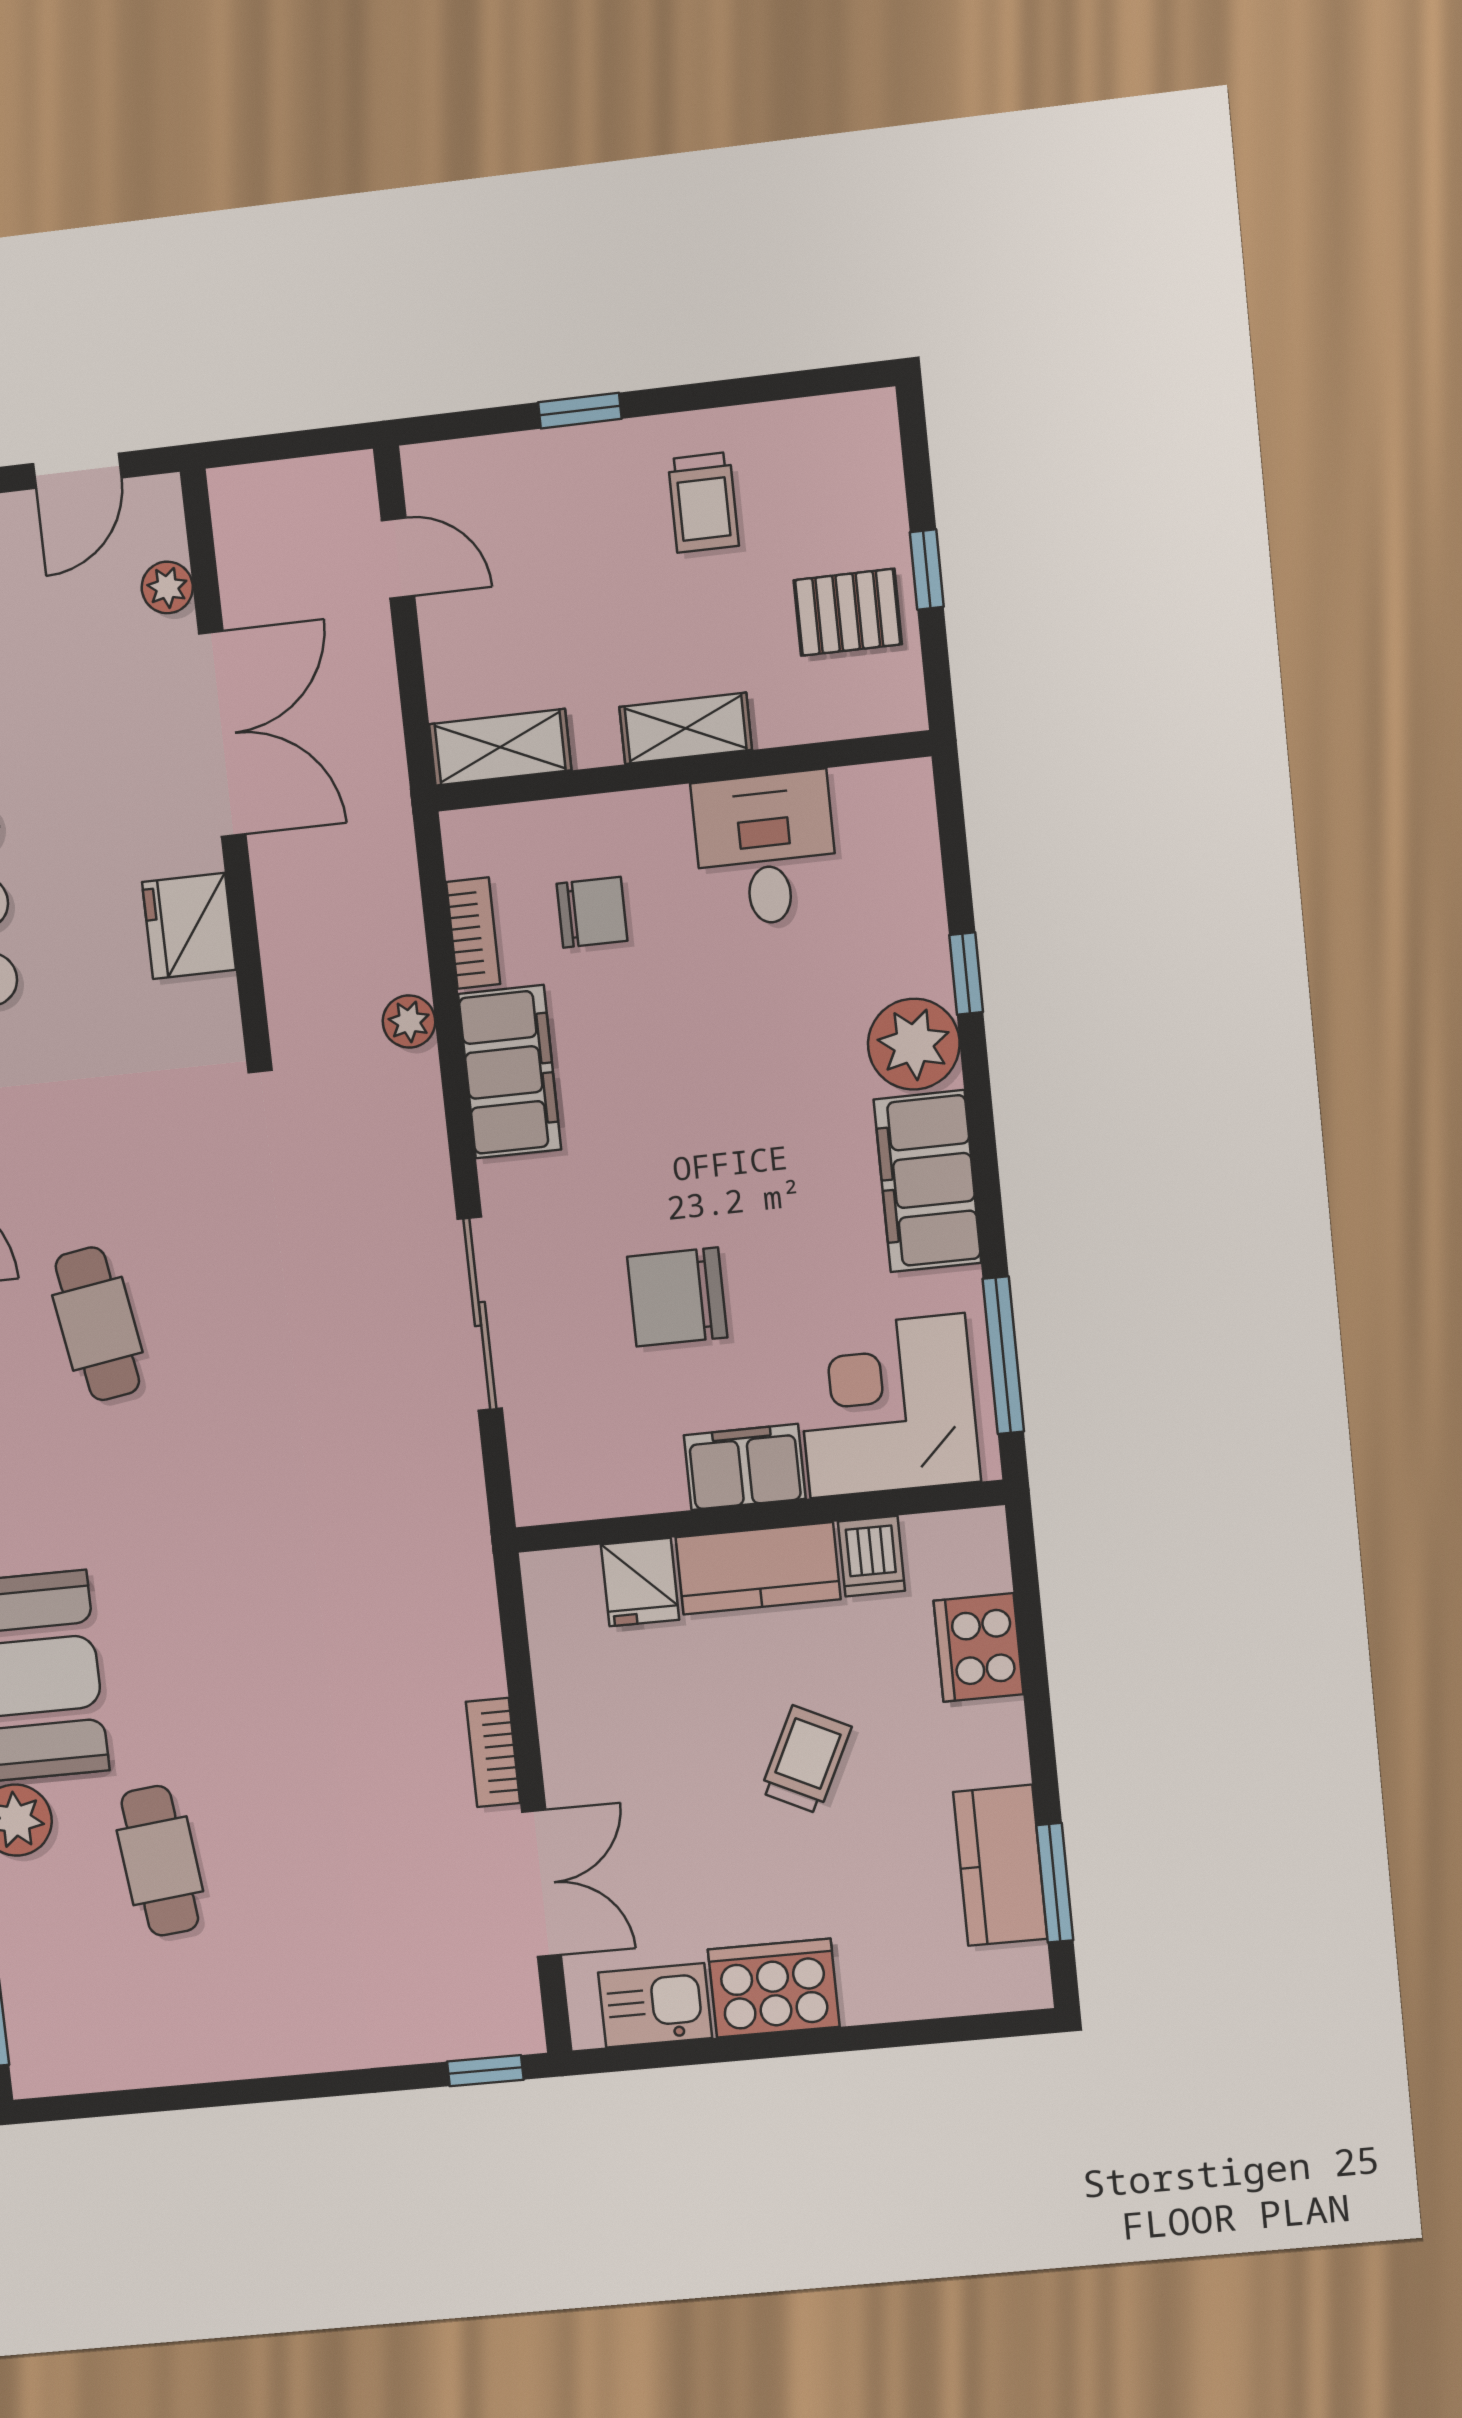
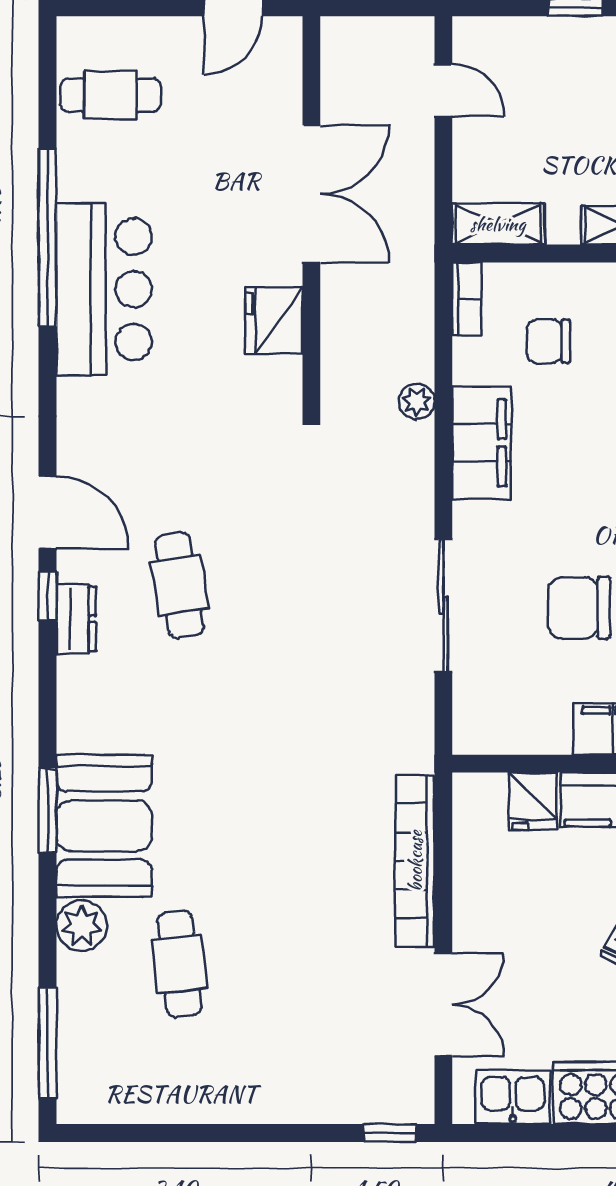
plant: (167, 587) -> (285, 92), removed
chair: (592, 912) -> (548, 341), turned 180
bookcase: (473, 933) -> (467, 299), moved
bookcase: (493, 1752) -> (415, 861), width x2.31, depth x1.31

